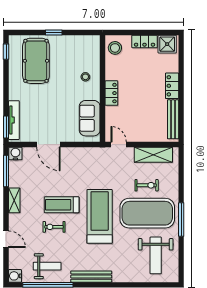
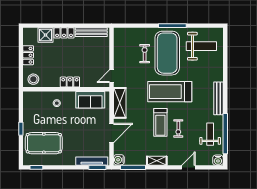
shower: (167, 44) -> (45, 35), moved
shelving: (153, 155) -> (120, 103), moved

